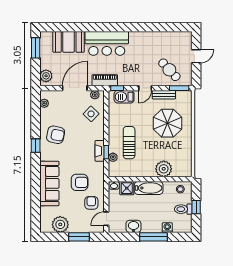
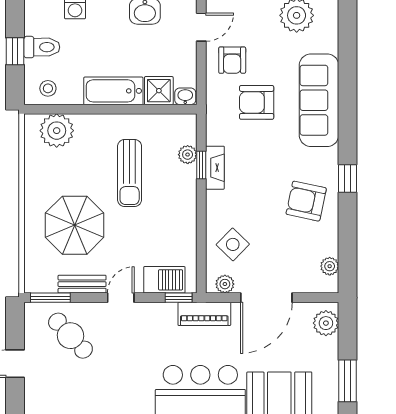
sun lounger: (129, 143) -> (130, 173), moved
plant: (164, 169) -> (57, 131), moved

